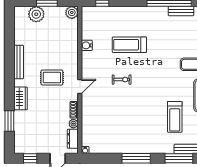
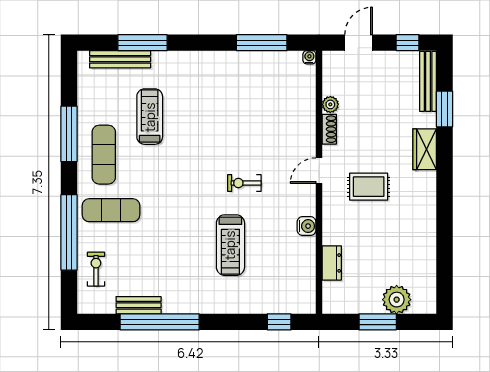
plant: (72, 12) -> (333, 303), removed
water cooler: (87, 45) -> (307, 226), moved
treadmill: (129, 45) -> (230, 245), turned 90
bench: (19, 62) -> (428, 81), moved
dresser: (73, 139) -> (332, 263), moved
window: (136, 158) -> (262, 43), moved

